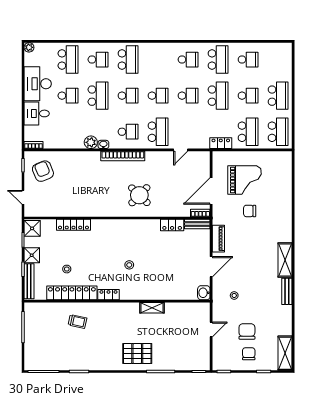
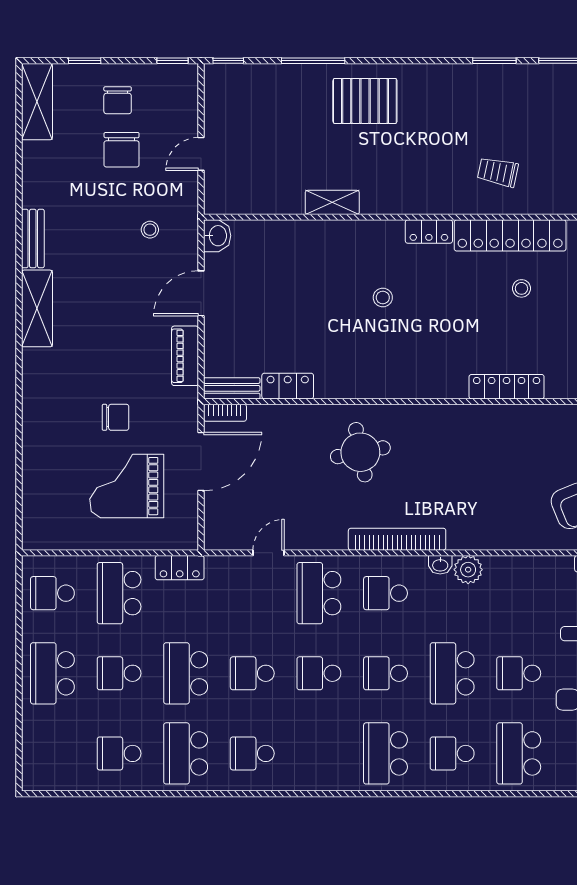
school desk: (278, 132) -> (52, 593), width x0.54
round table: (139, 195) -> (360, 452), turned 35

